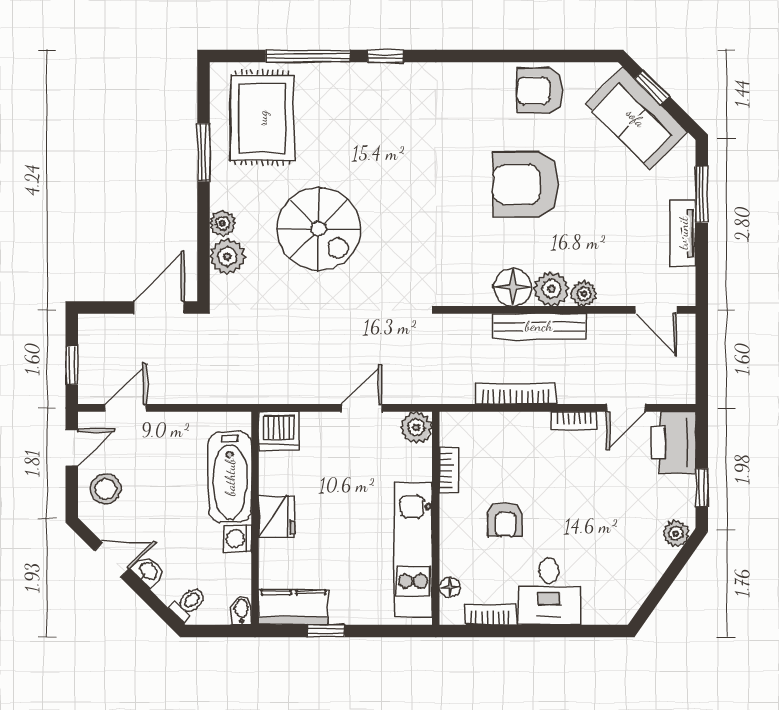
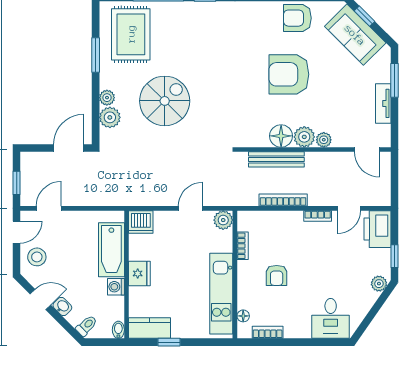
spiral stairs: (319, 229) -> (165, 101), turned -90
bench: (539, 326) -> (276, 159), moved
desk: (549, 591) -> (331, 318), moved

